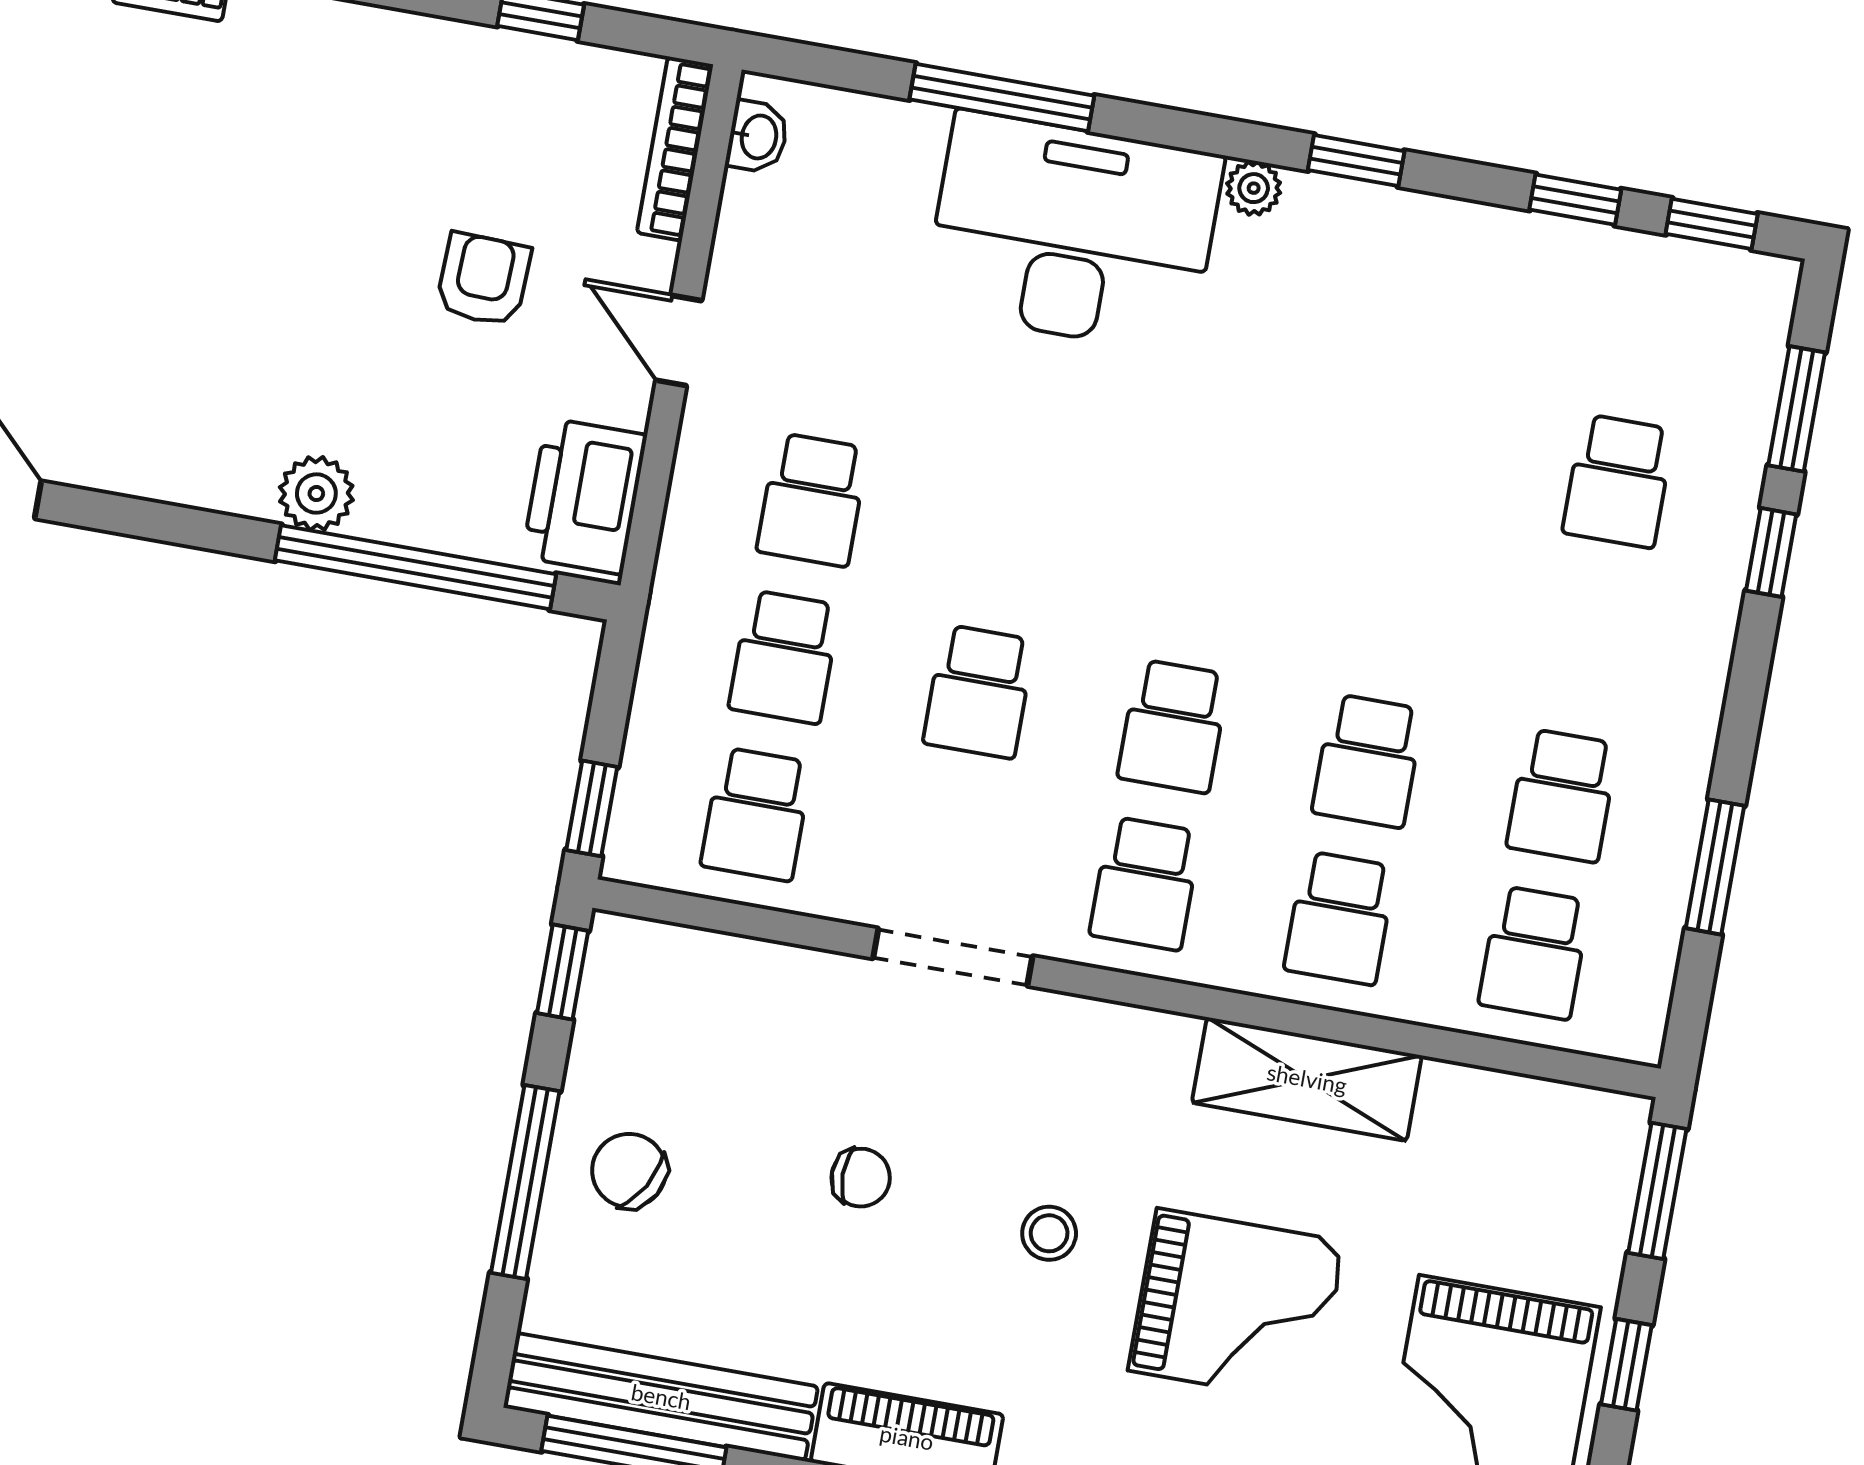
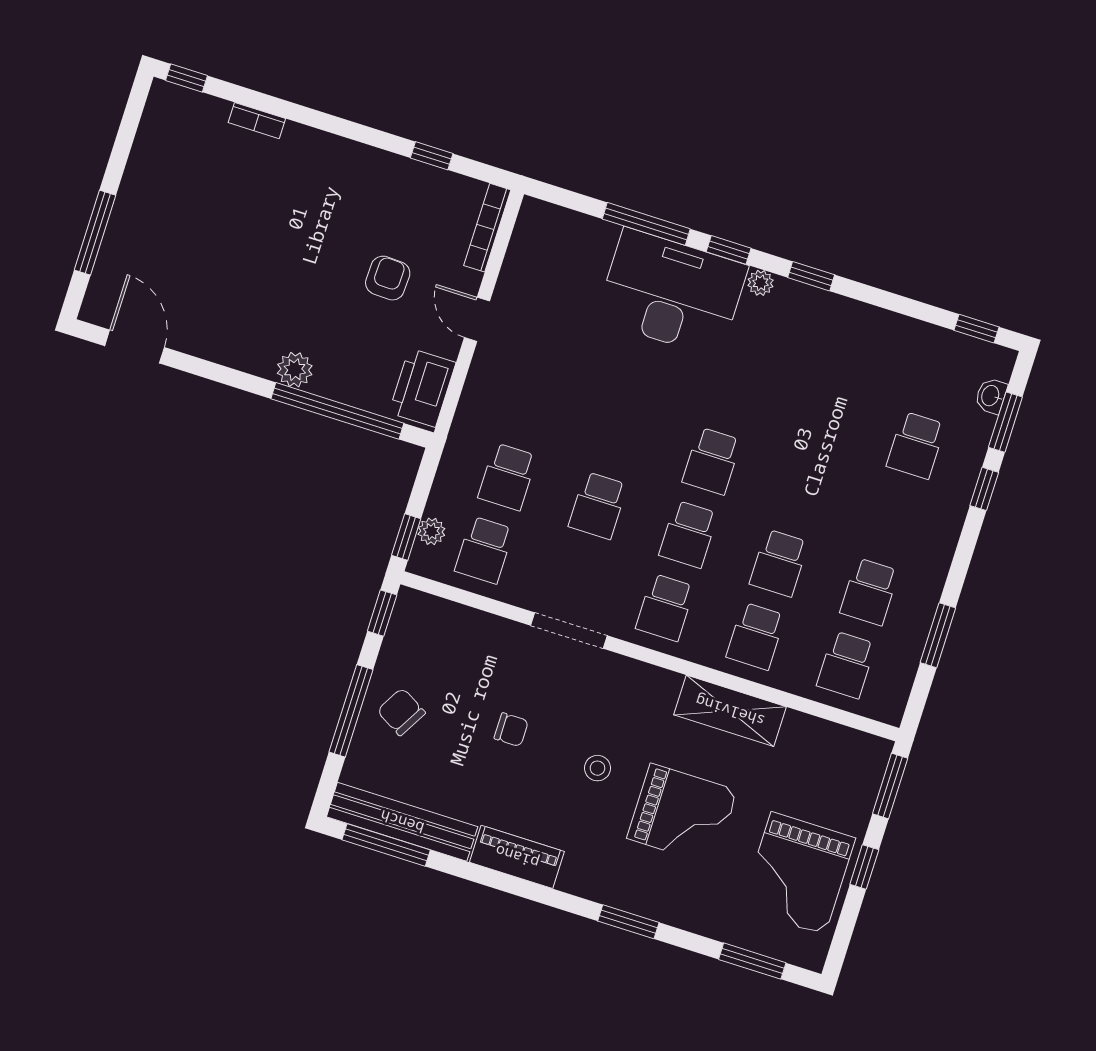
washbasin: (757, 137) -> (991, 396), moved, turned 180
window: (1575, 200) -> (729, 250), moved
school desk: (812, 500) -> (712, 461), moved
plant: (642, 790) -> (431, 531), added

